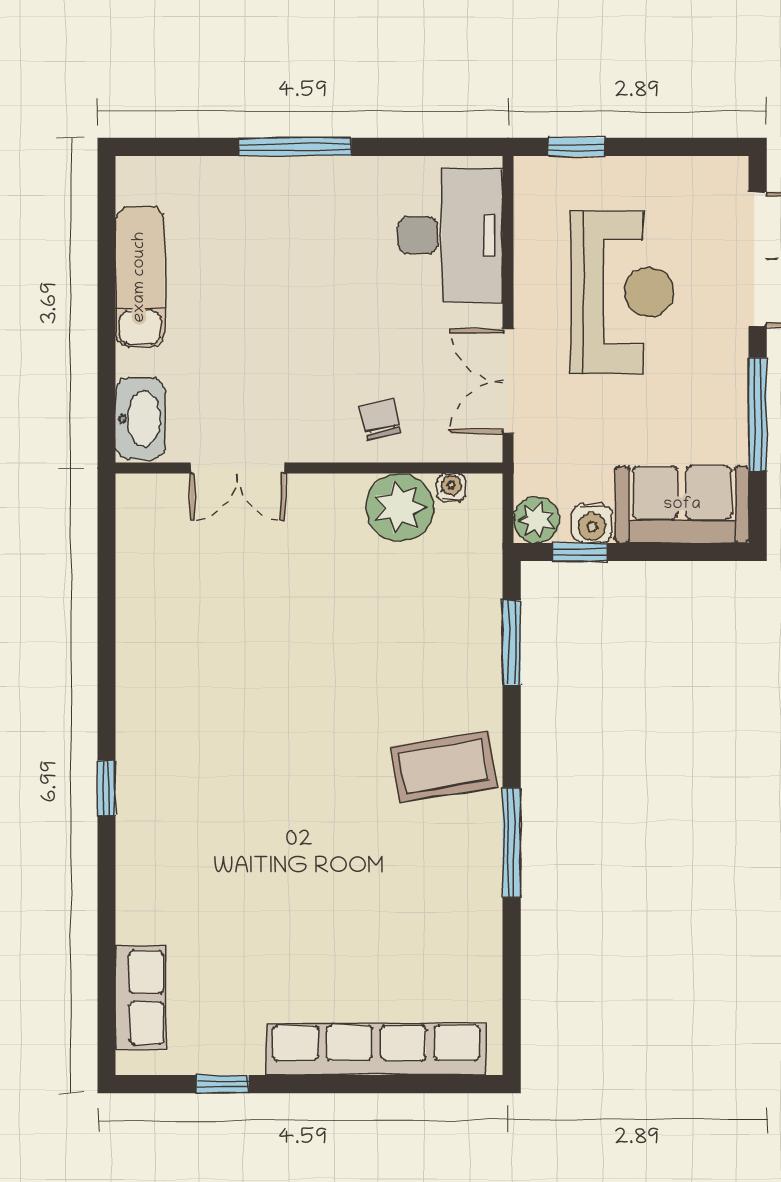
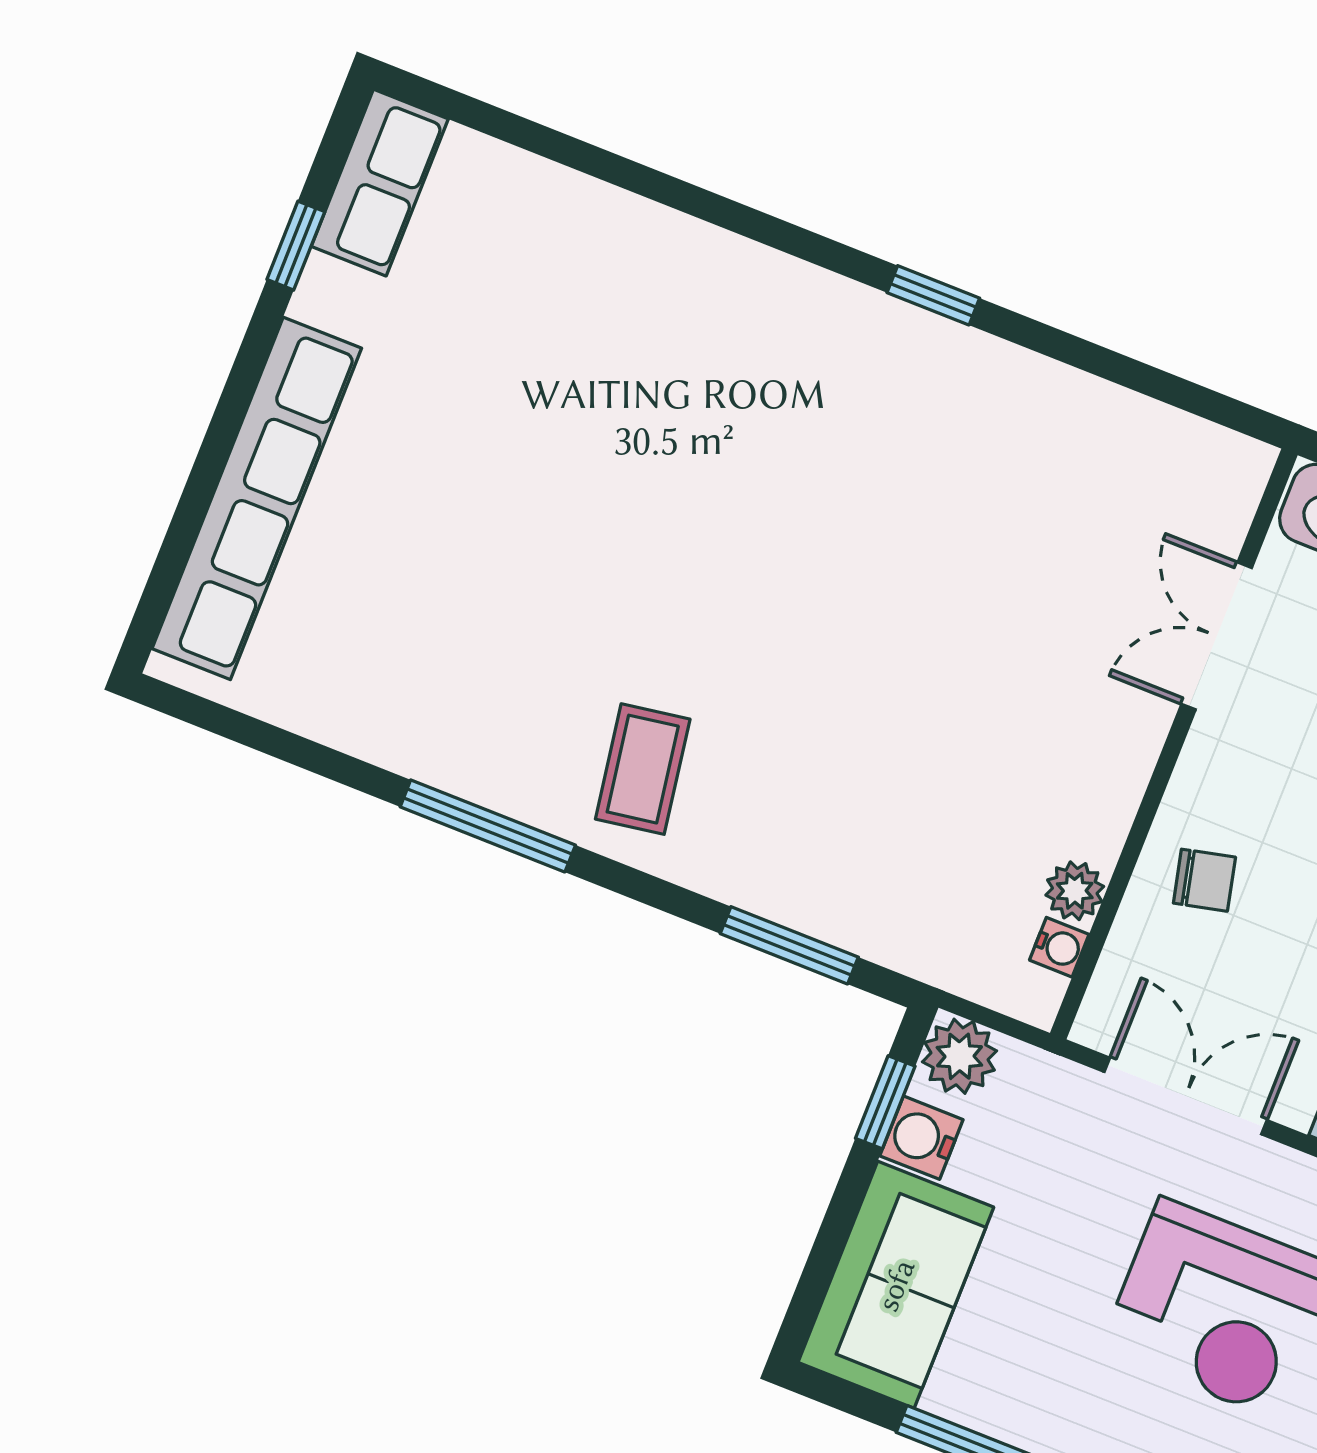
plant: (400, 507) -> (1075, 891), width x0.53, depth x0.53
coffee table: (444, 767) -> (643, 769), width x0.73, depth x0.77
window: (107, 788) -> (933, 295), moved
row of seats: (140, 997) -> (380, 183), moved, turned -90

